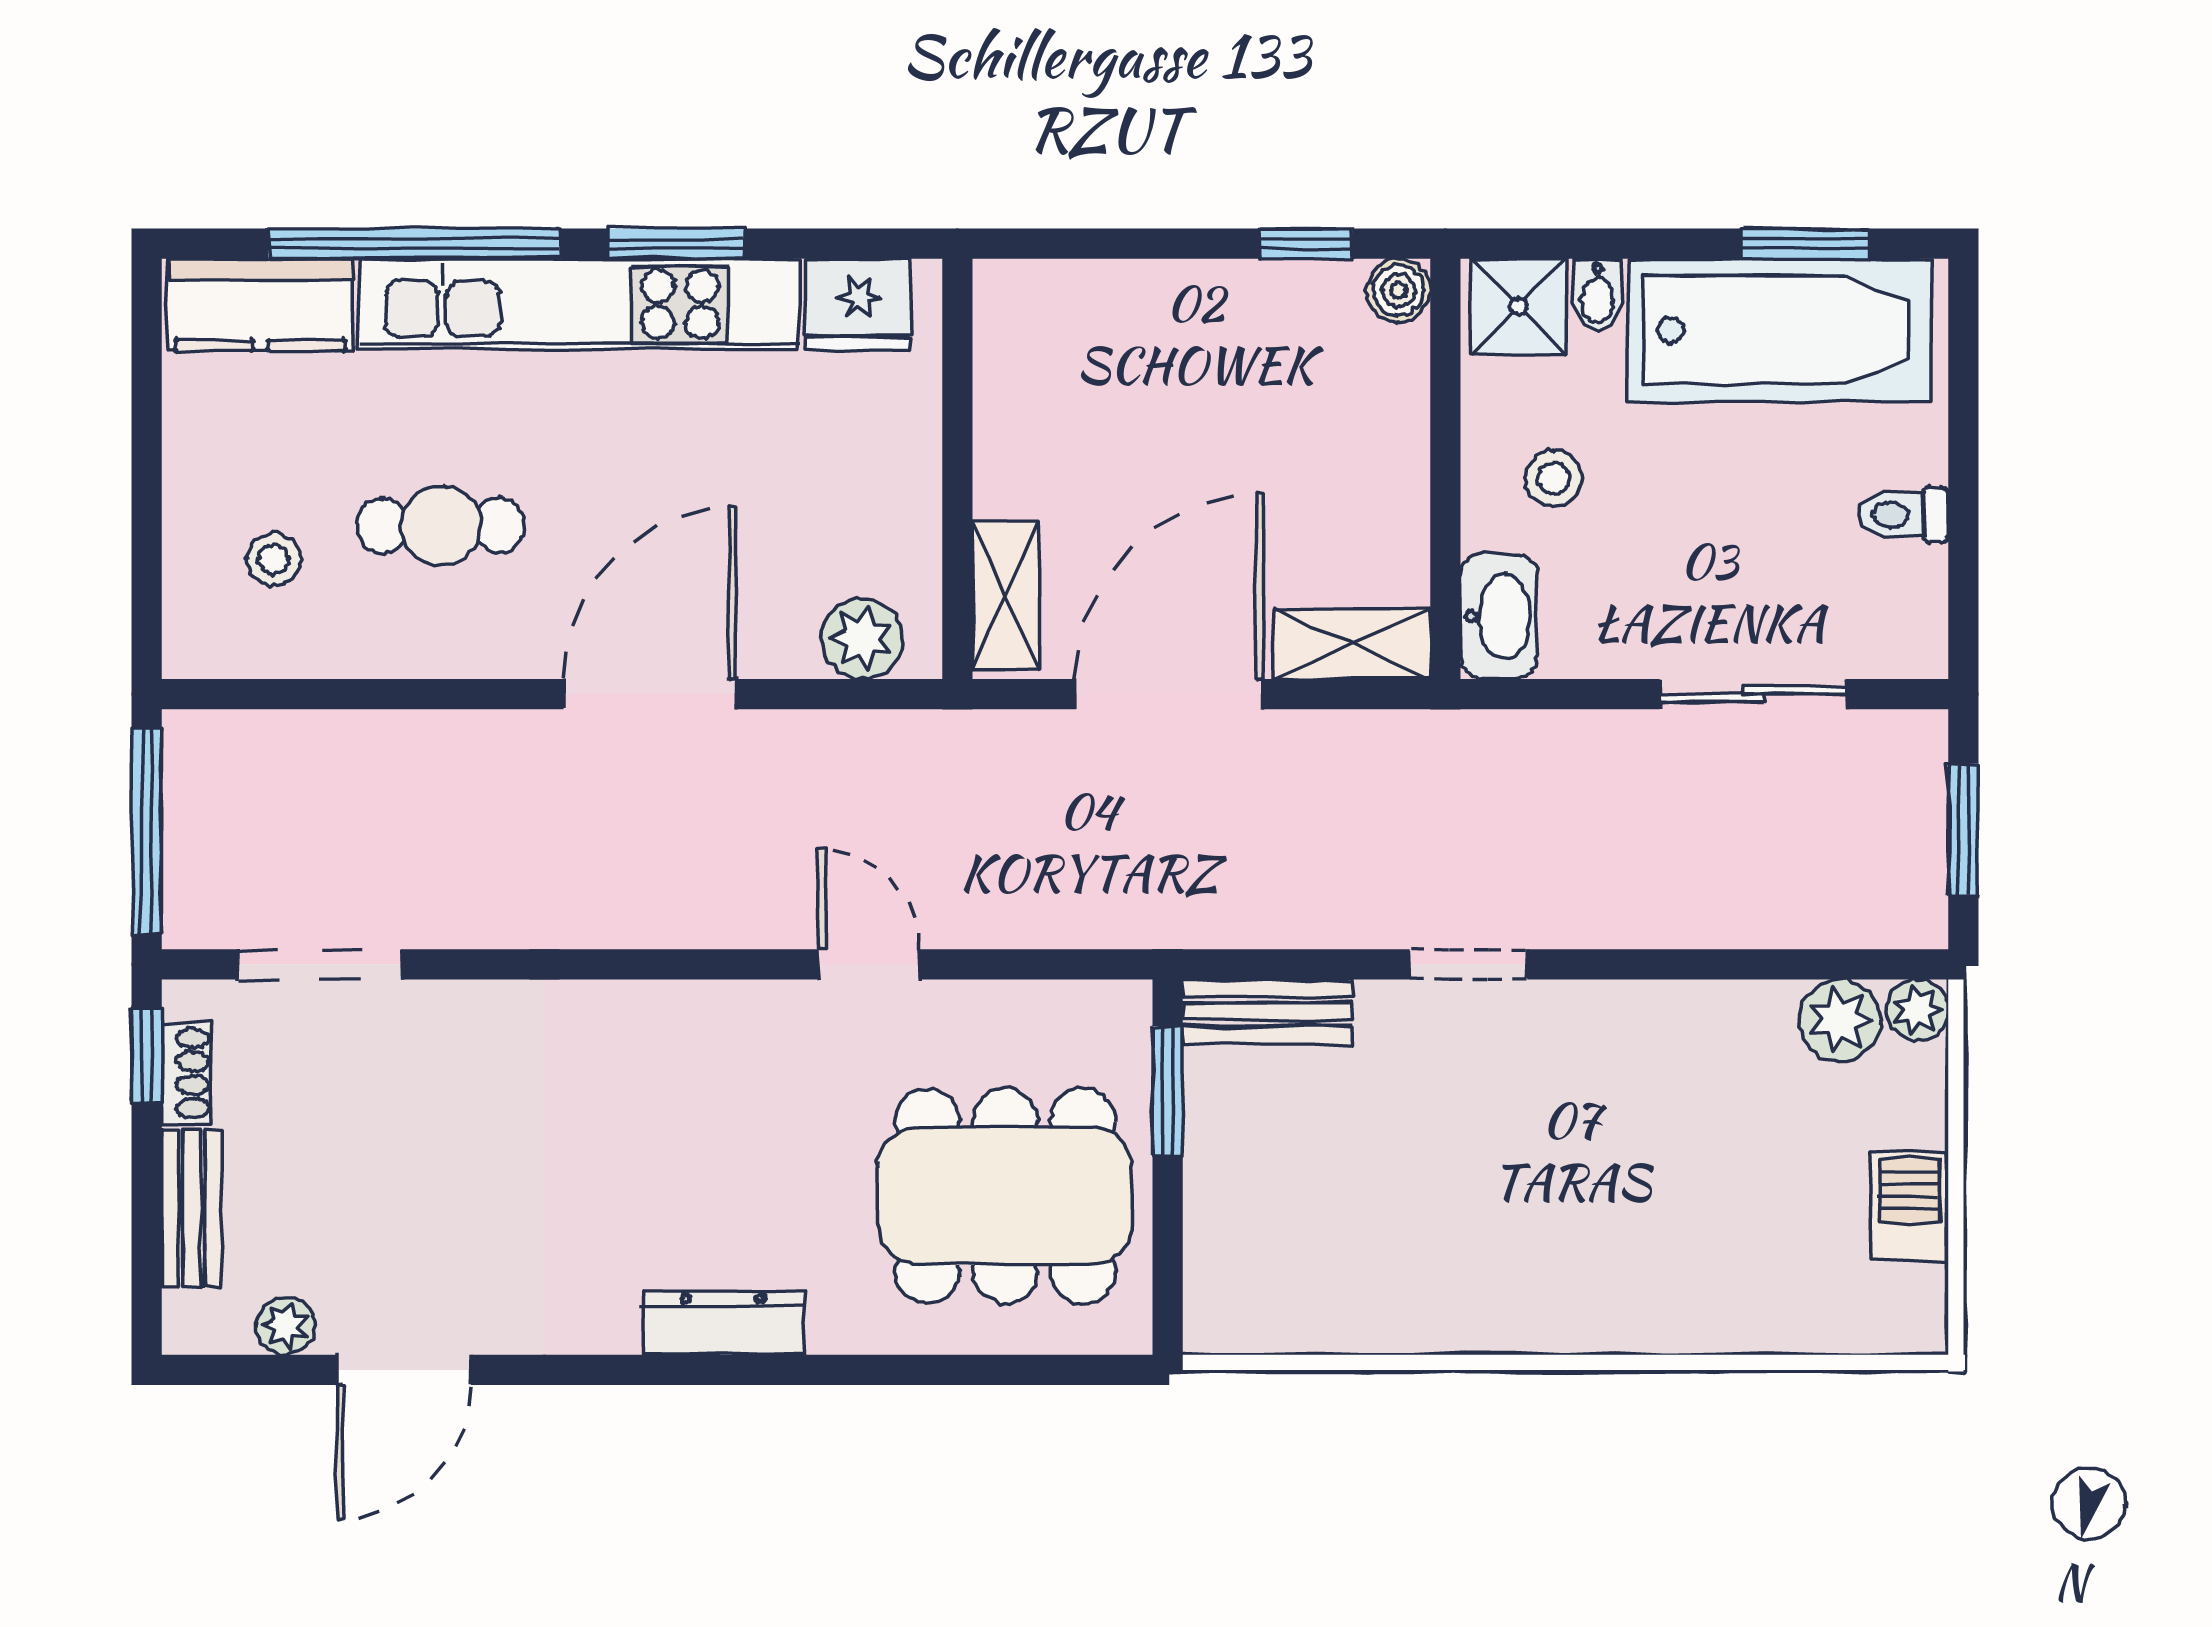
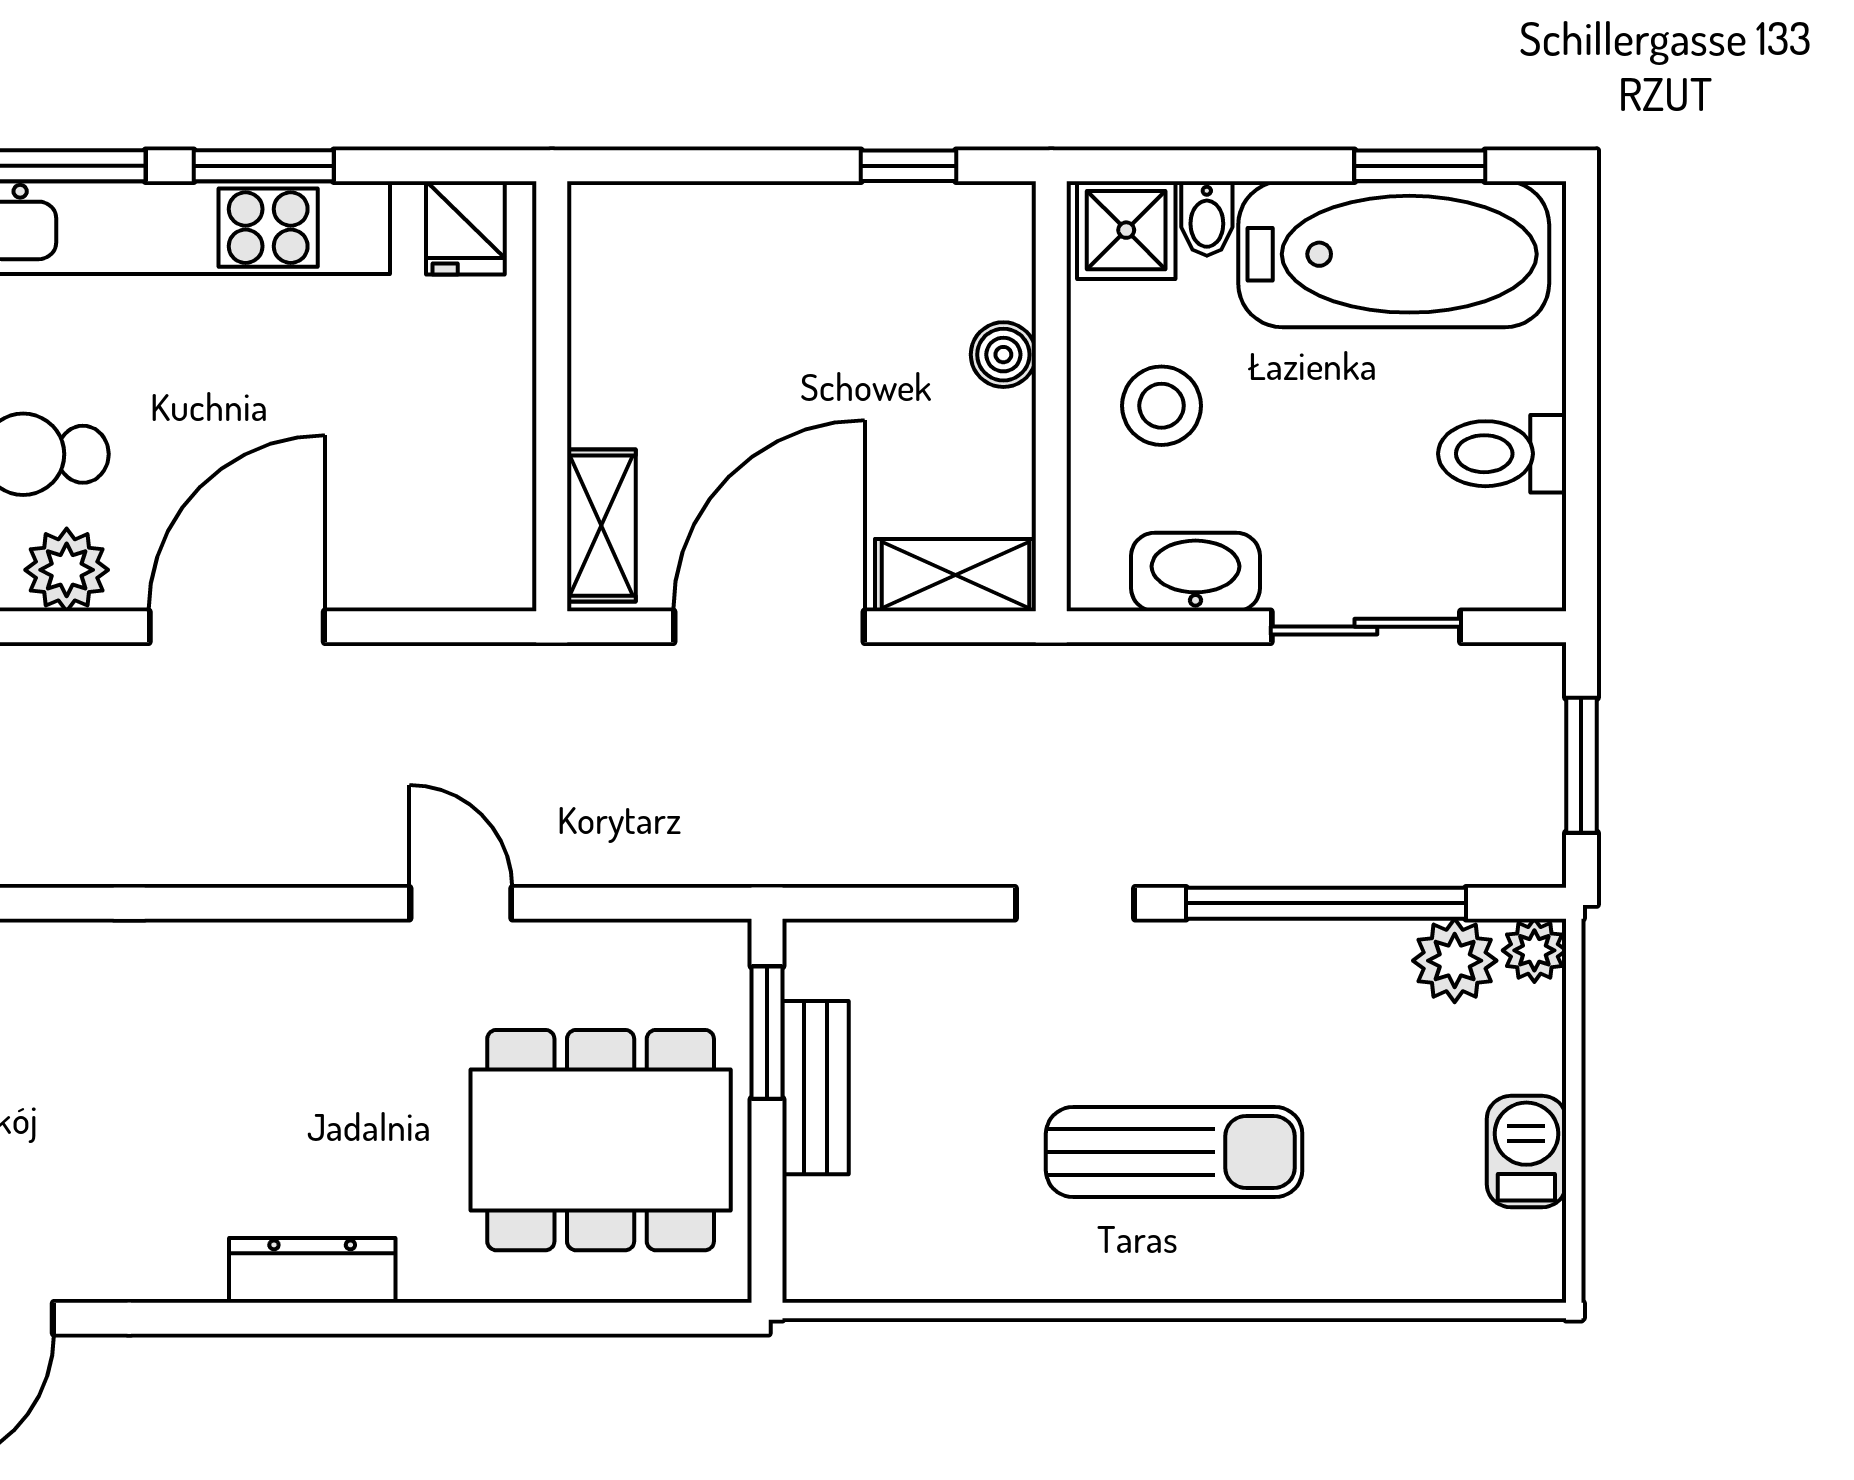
boiler: (1399, 290) -> (1003, 355), moved
fridge: (858, 304) -> (465, 228), width x0.72
stool: (1553, 478) -> (1162, 406), width x1.37, depth x1.37
toilet: (1903, 515) -> (1502, 454), width x1.37, depth x1.39
washbasin: (1499, 616) -> (1195, 572), moved, turned -90
plant: (862, 639) -> (67, 570), moved
window: (1714, 964) -> (1326, 903), added
bench: (1267, 1012) -> (815, 1088), moved, turned 90
sun lounger: (1565, 1207) -> (1174, 1152), added

